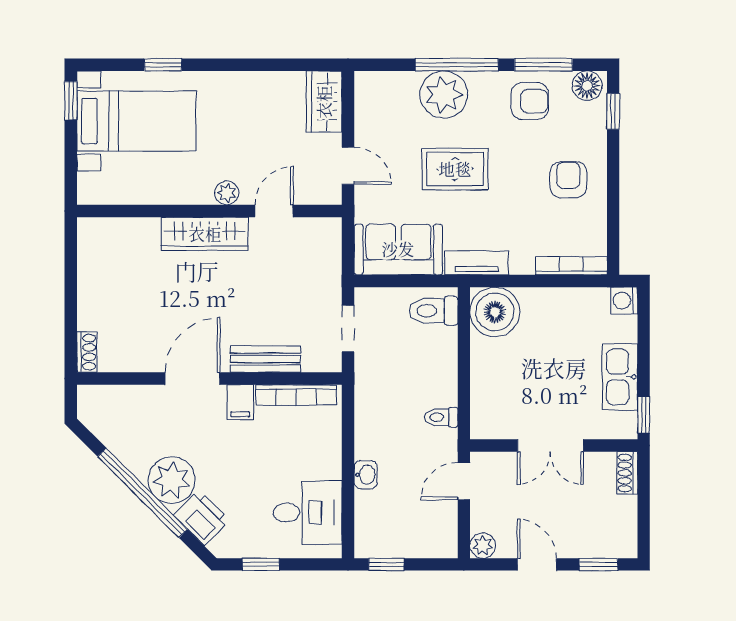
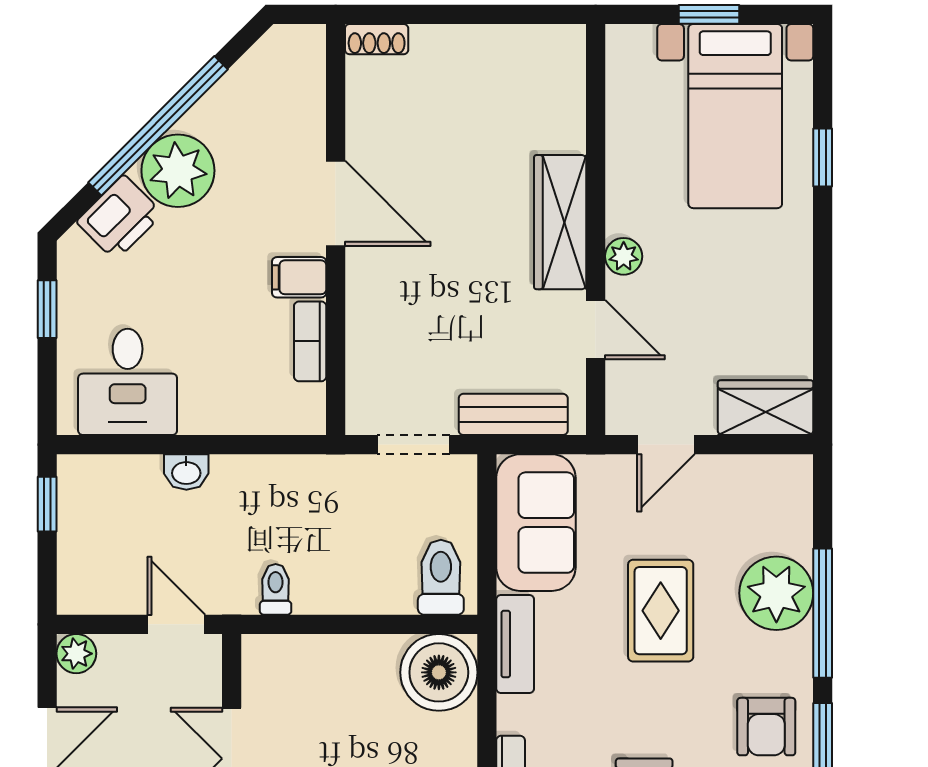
window: (71, 101) -> (709, 14), moved
bench: (266, 359) -> (513, 414), moved, turned 90
bookcase: (296, 395) -> (310, 341), width x0.64

